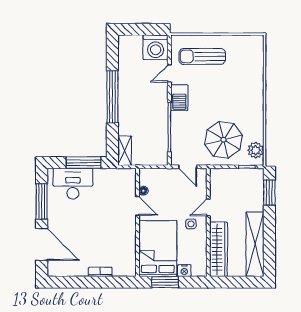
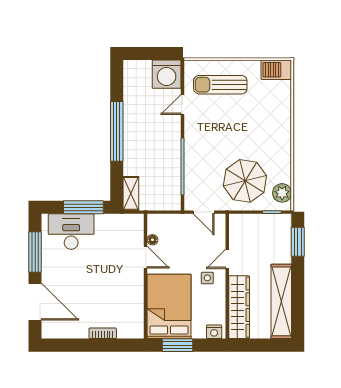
barbecue: (179, 98) -> (276, 70), moved, turned 90
nightstand: (184, 271) -> (214, 332), moved

